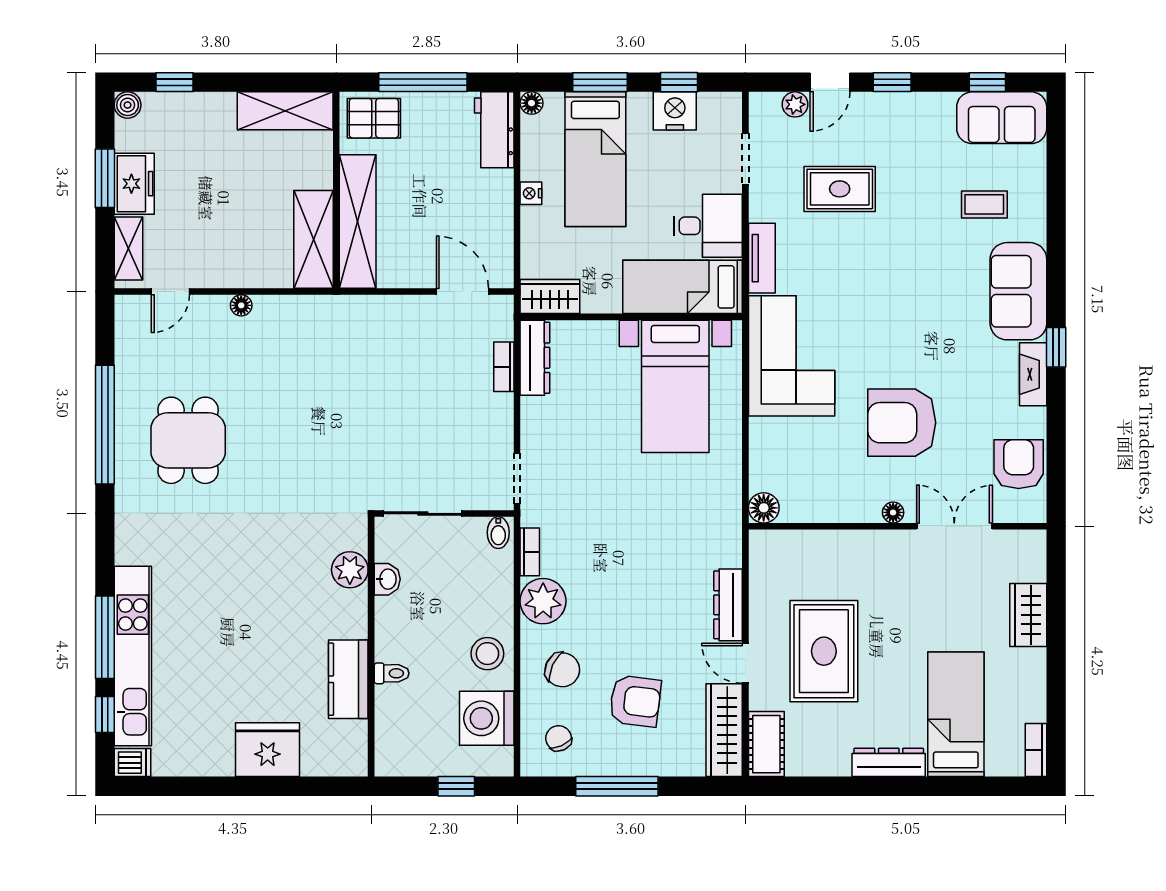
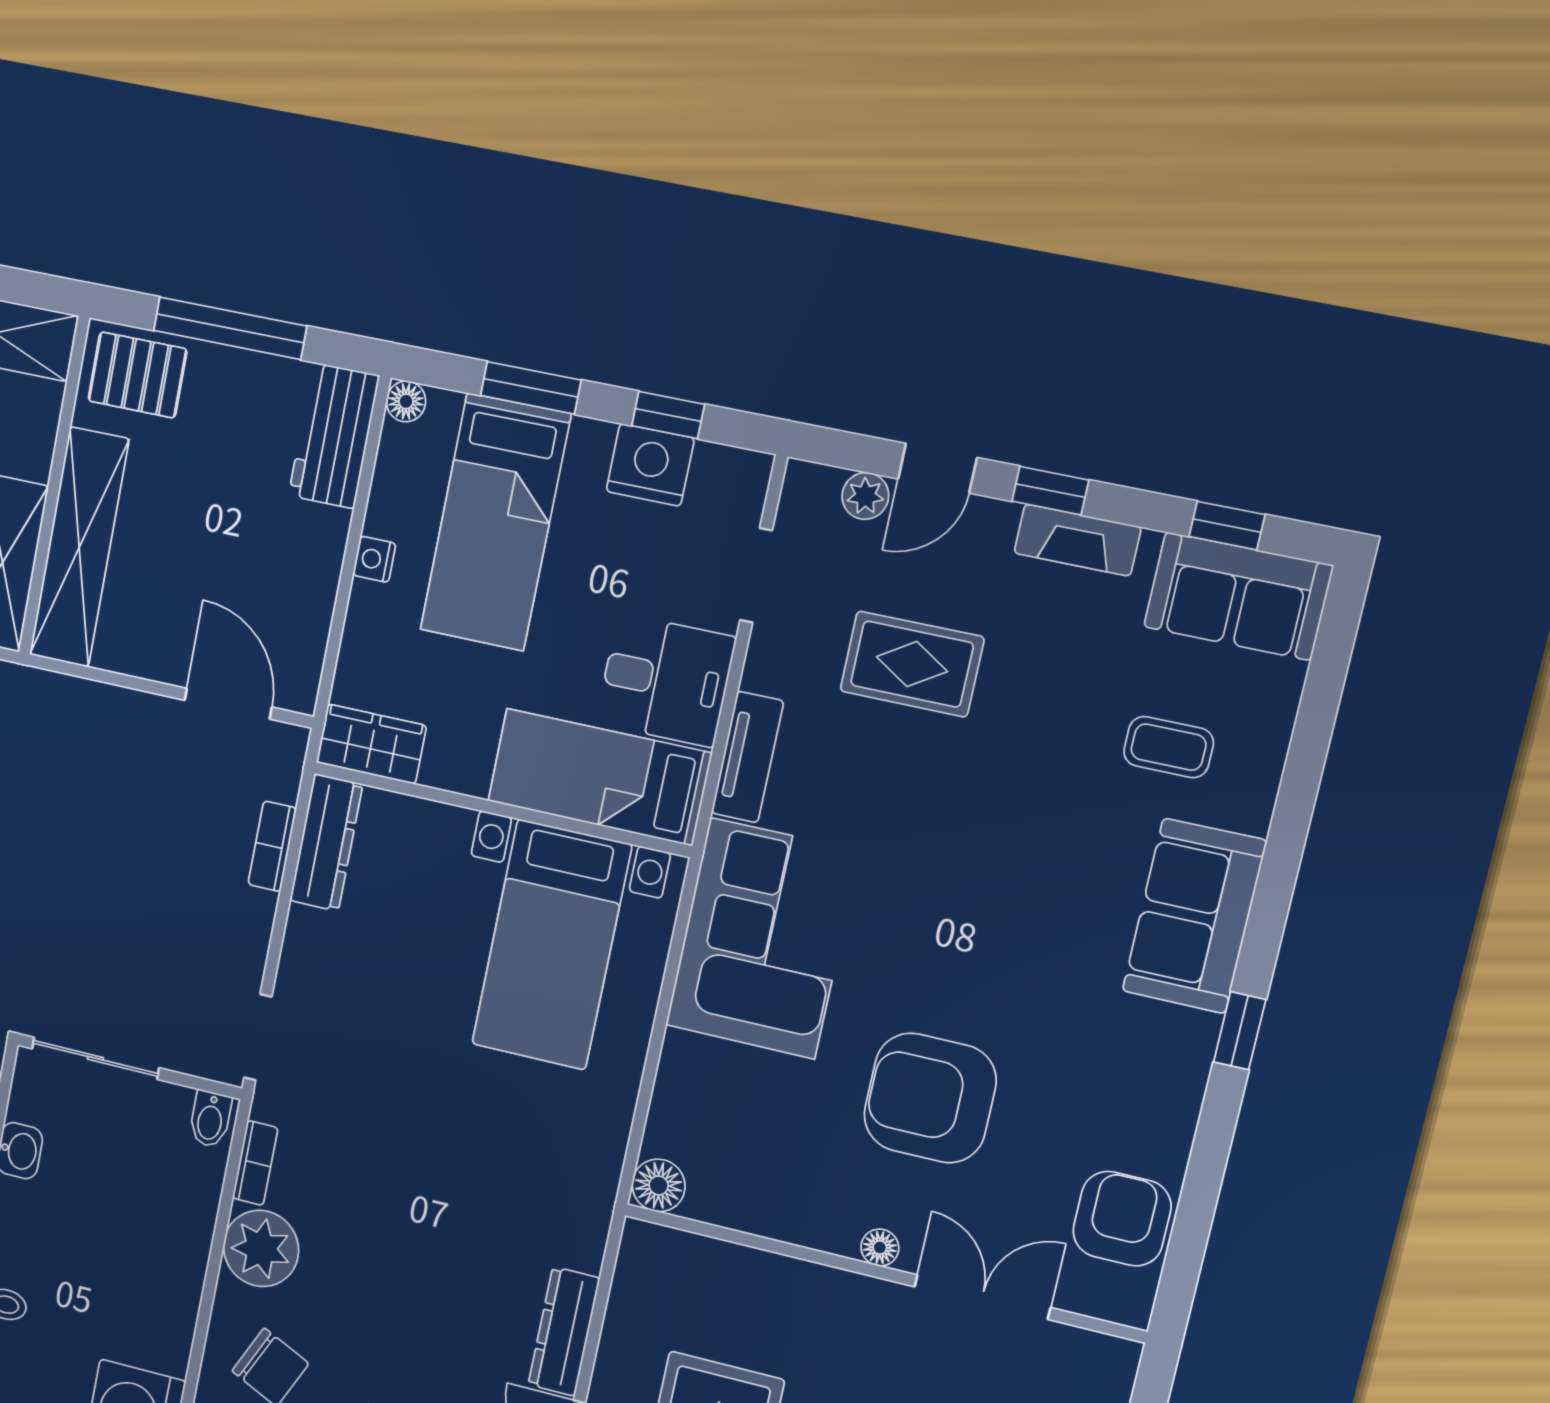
fireplace: (1033, 374) -> (1078, 540), moved, turned -90
stool: (487, 654) -> (156, 1310), removed

